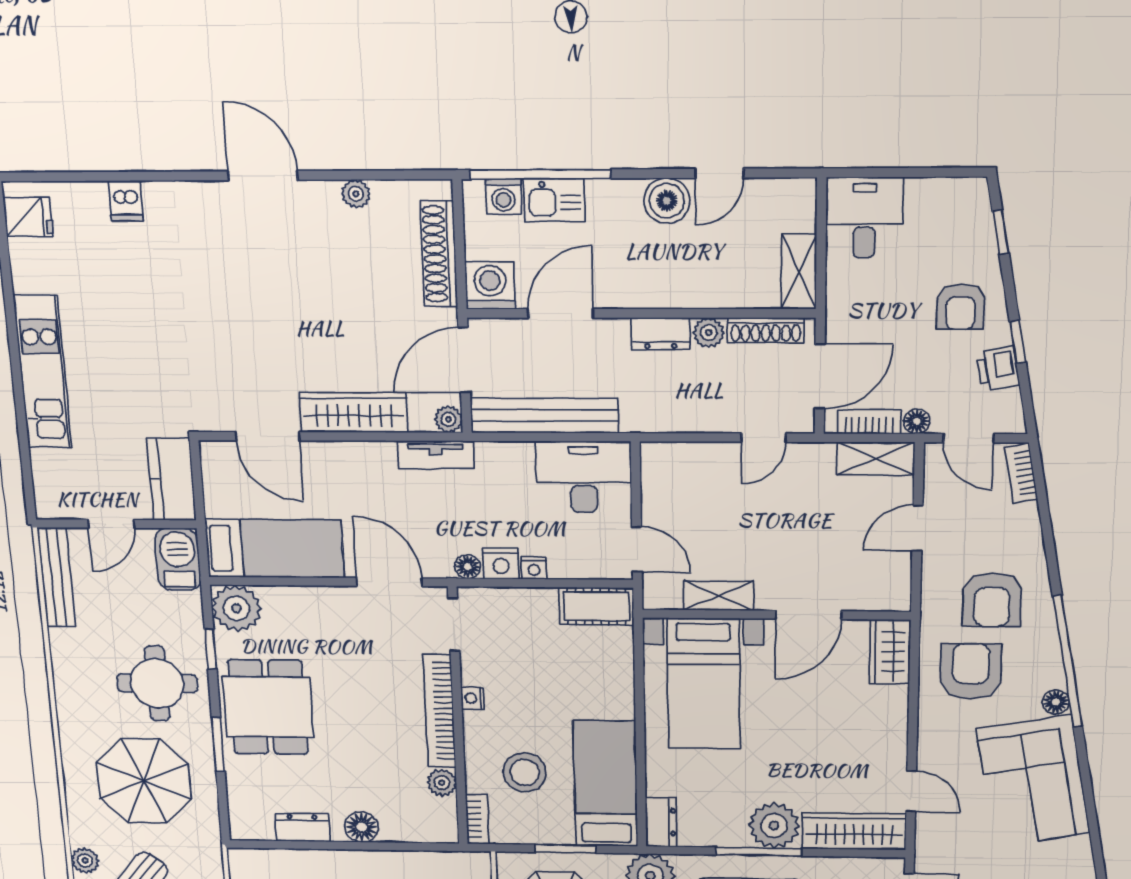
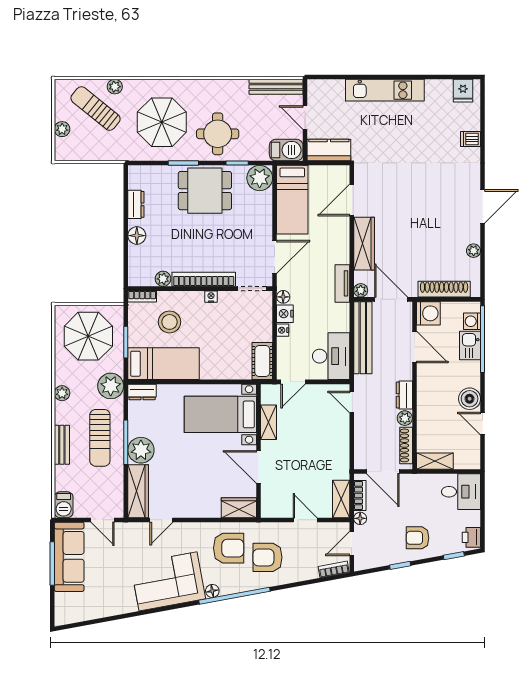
printer: (998, 369) -> (471, 537), moved, turned -80
door: (764, 438) -> (352, 402), moved

